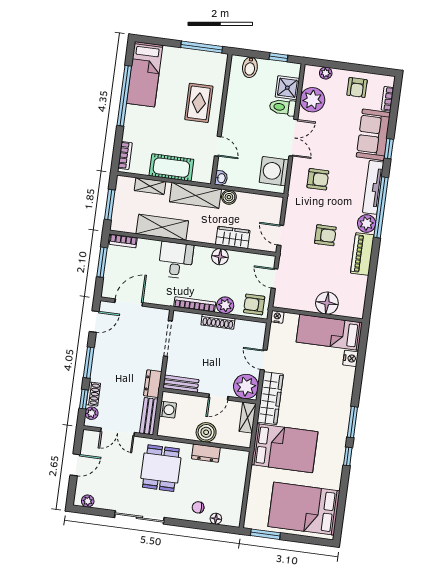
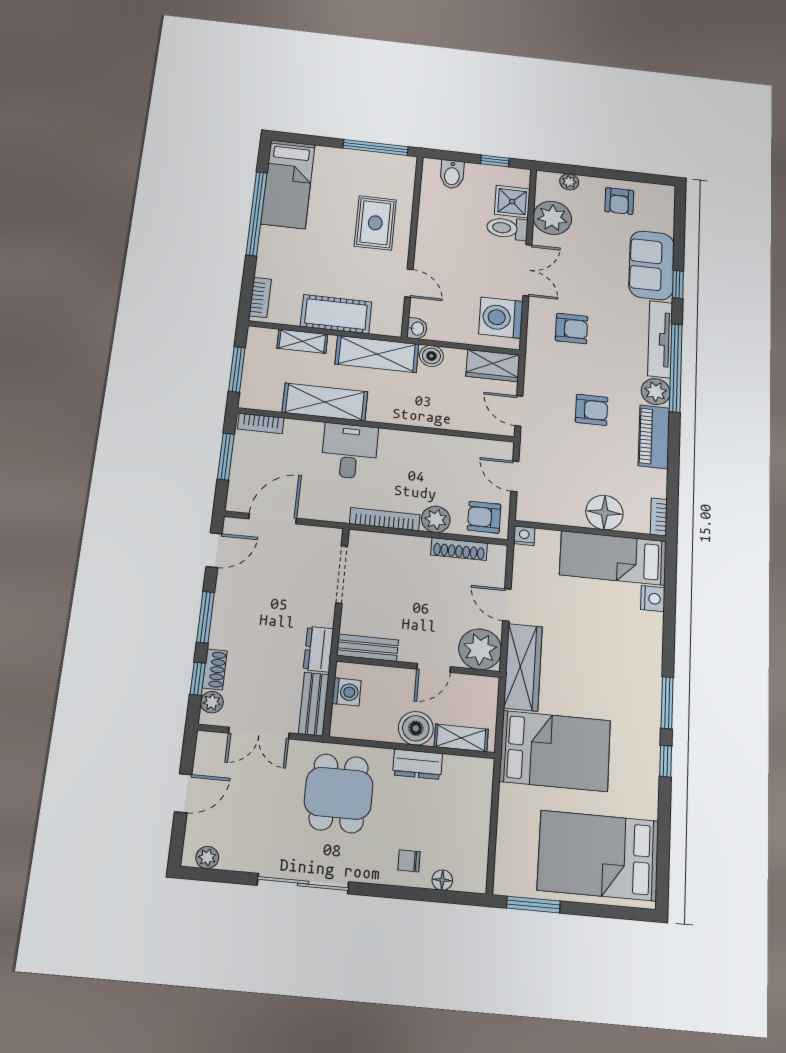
bookcase: (387, 99) -> (659, 517), moved
wardrobe: (233, 237) -> (493, 366), moved, turned 180
floor lamp: (220, 257) -> (422, 445), removed
shoe rack: (218, 322) -> (459, 549), moved
shelving: (248, 418) -> (461, 738), moved, turned 90

